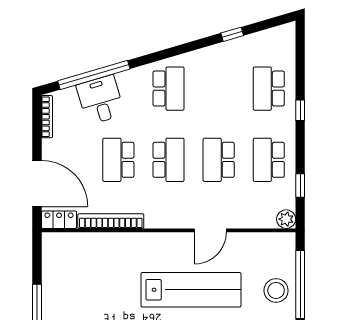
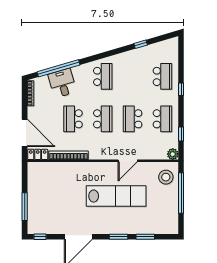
school desk: (269, 89) -> (162, 76), turned 180
school desk: (269, 160) -> (162, 119), turned 180
stool: (276, 290) -> (166, 177), moved

